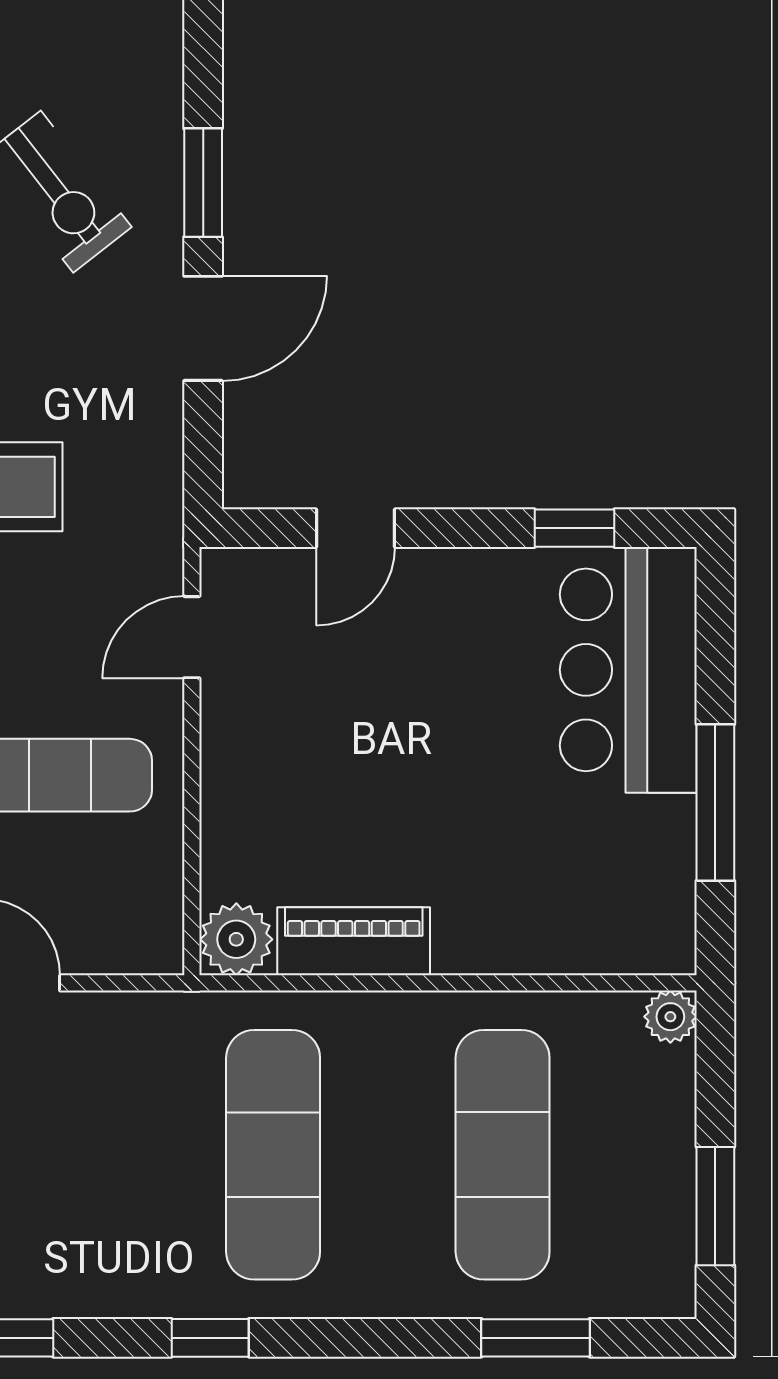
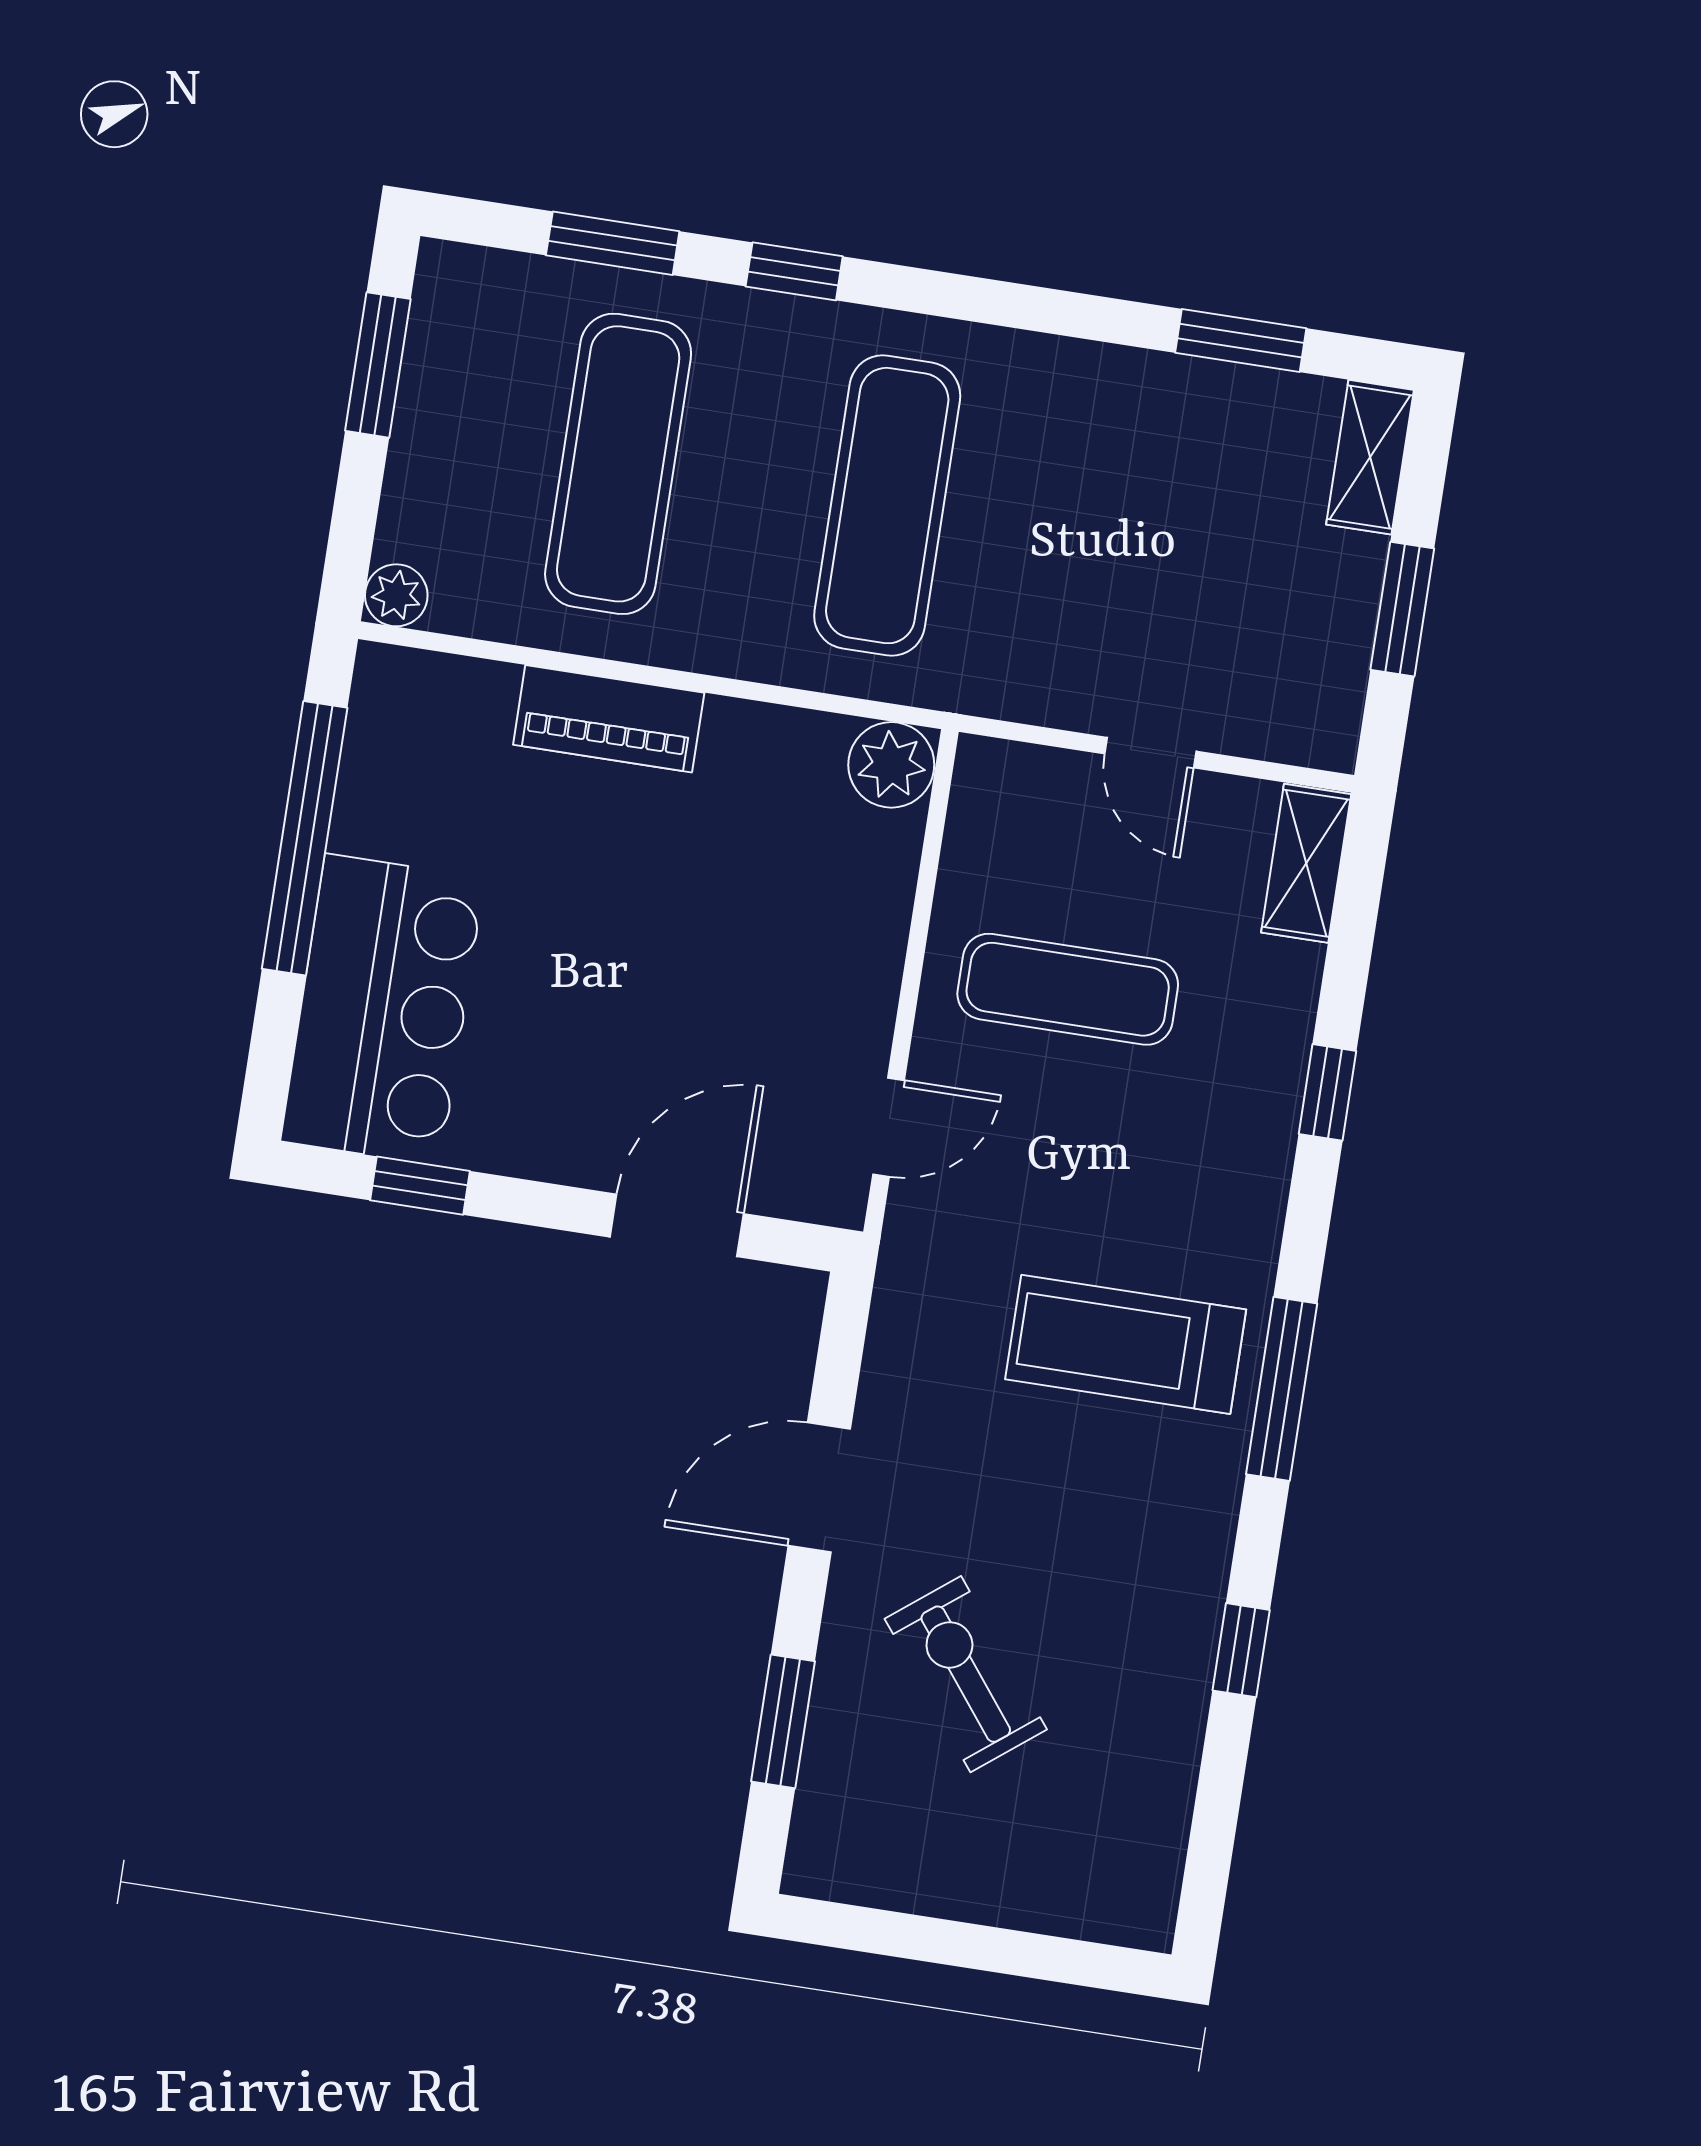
window: (203, 183) -> (783, 1721), moved
door: (355, 528) -> (677, 1225), width x1.38
window: (715, 803) -> (305, 838), width x1.46
piano: (354, 941) -> (609, 719), moved
window: (210, 1338) -> (794, 271), moved

